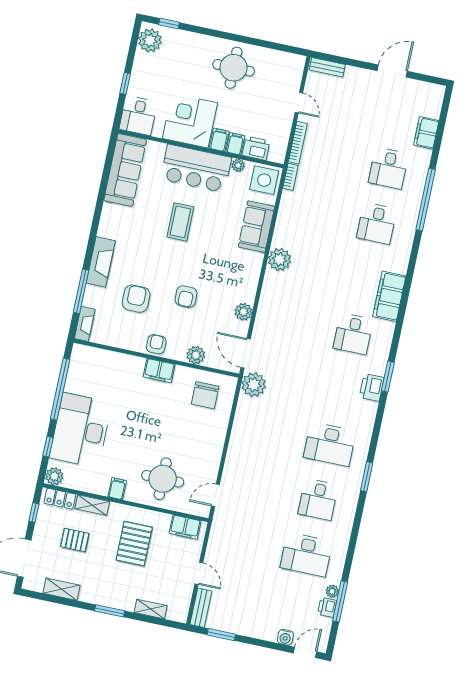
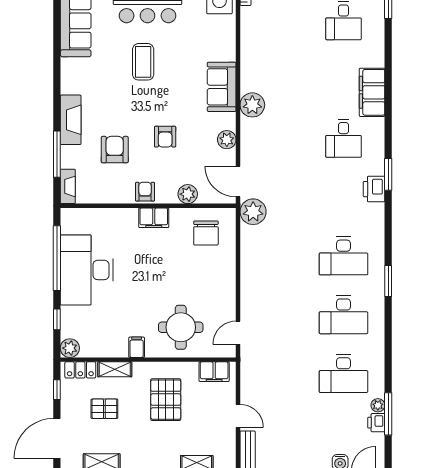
sofa: (256, 227) -> (222, 87), moved
plant: (280, 259) -> (252, 105), moved
desk: (81, 430) -> (87, 270), moved
desk: (318, 499) -> (344, 315), width x1.37

